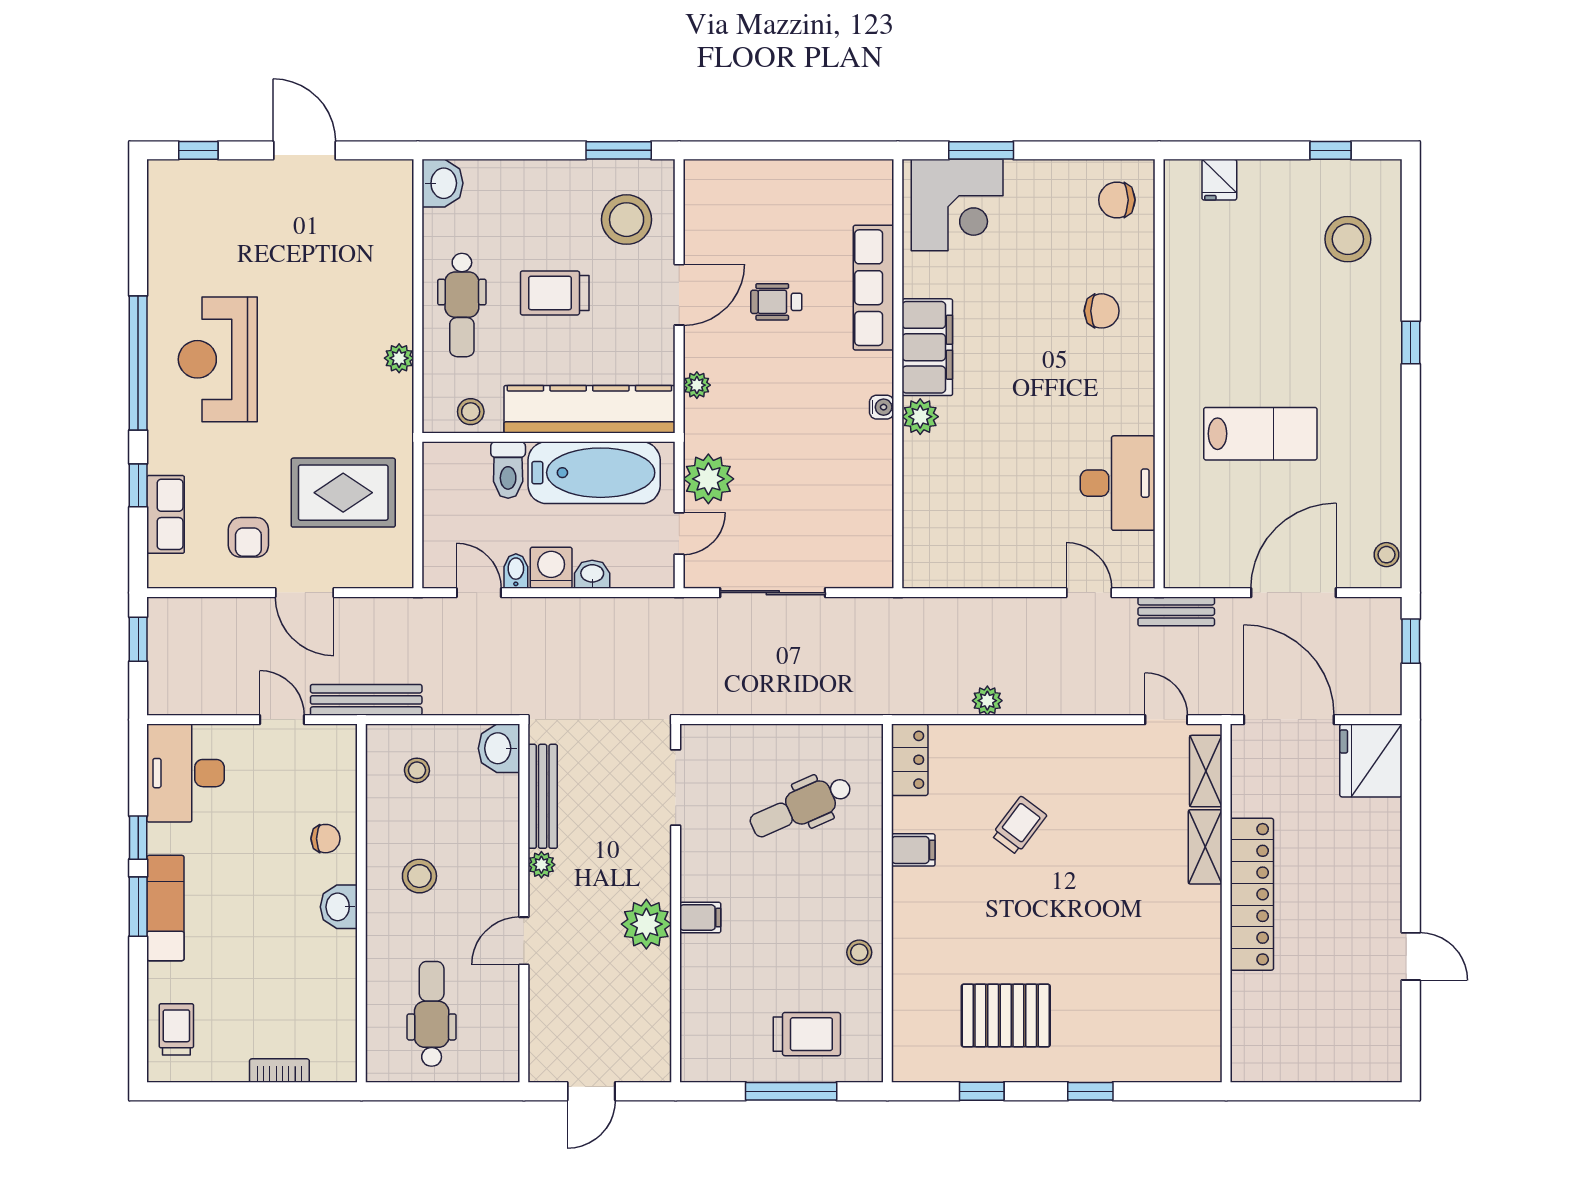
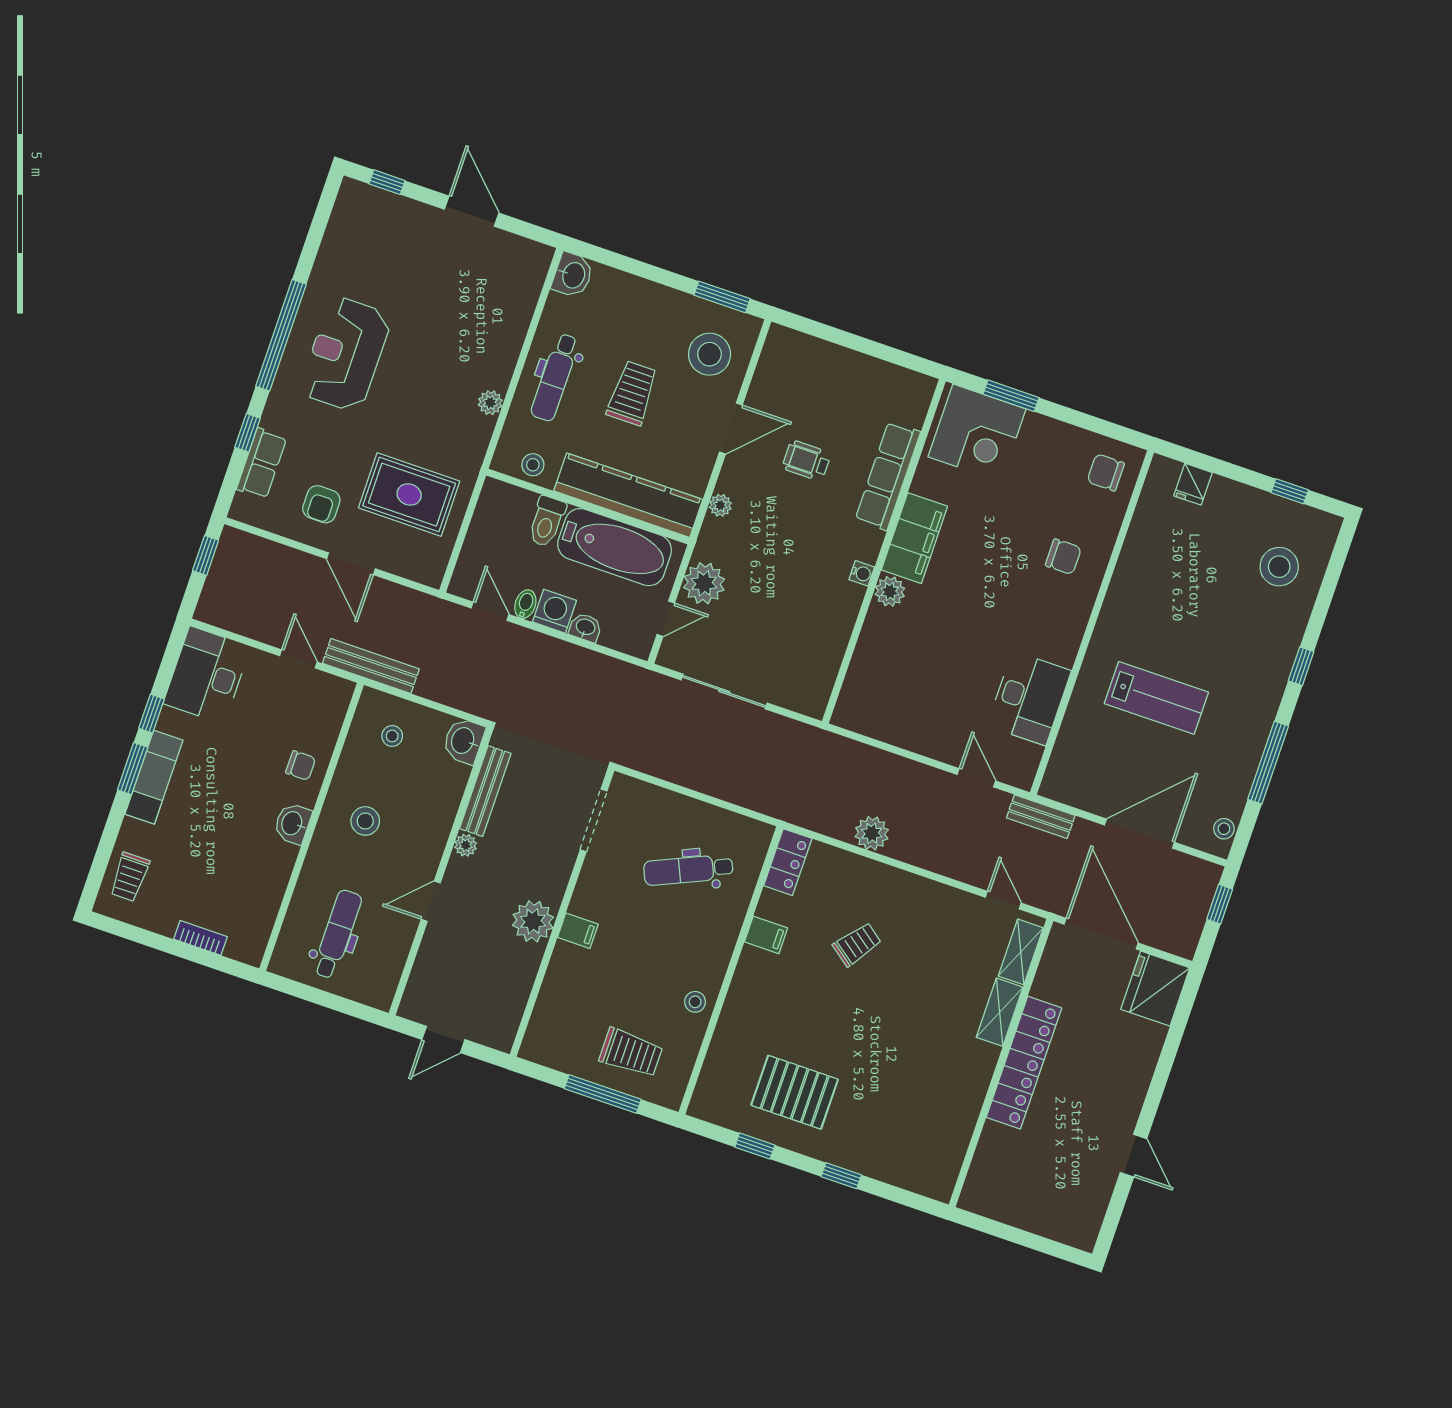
trolley: (555, 293) -> (632, 393), turned 90
window: (1411, 463) -> (1268, 763), added
plant: (987, 701) -> (872, 833), width x1.38, depth x1.38
trolley: (176, 1029) -> (130, 877), turned 180

